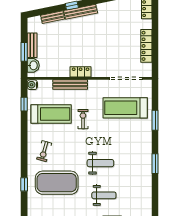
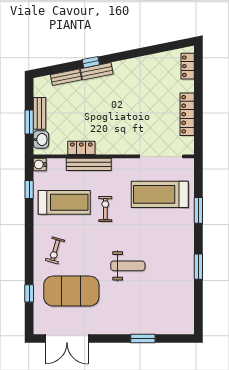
bench: (81, 12) -> (97, 71), width x0.73
locker: (81, 72) -> (81, 148), moved
weight bench: (104, 195) -> (132, 308), removed

